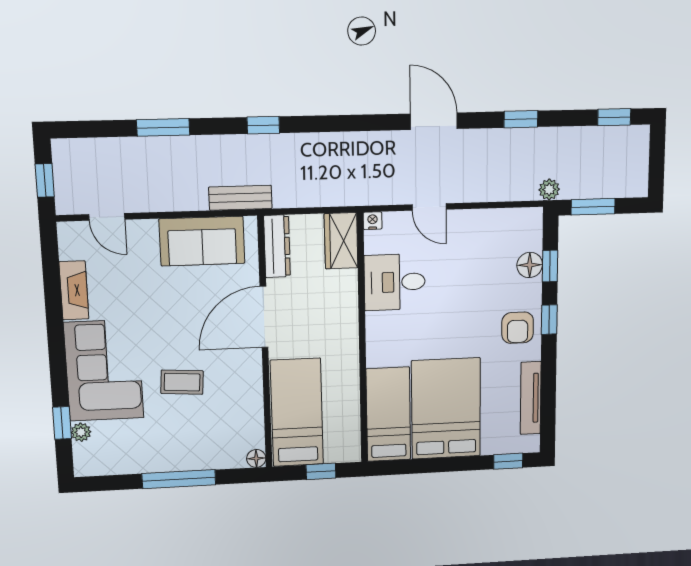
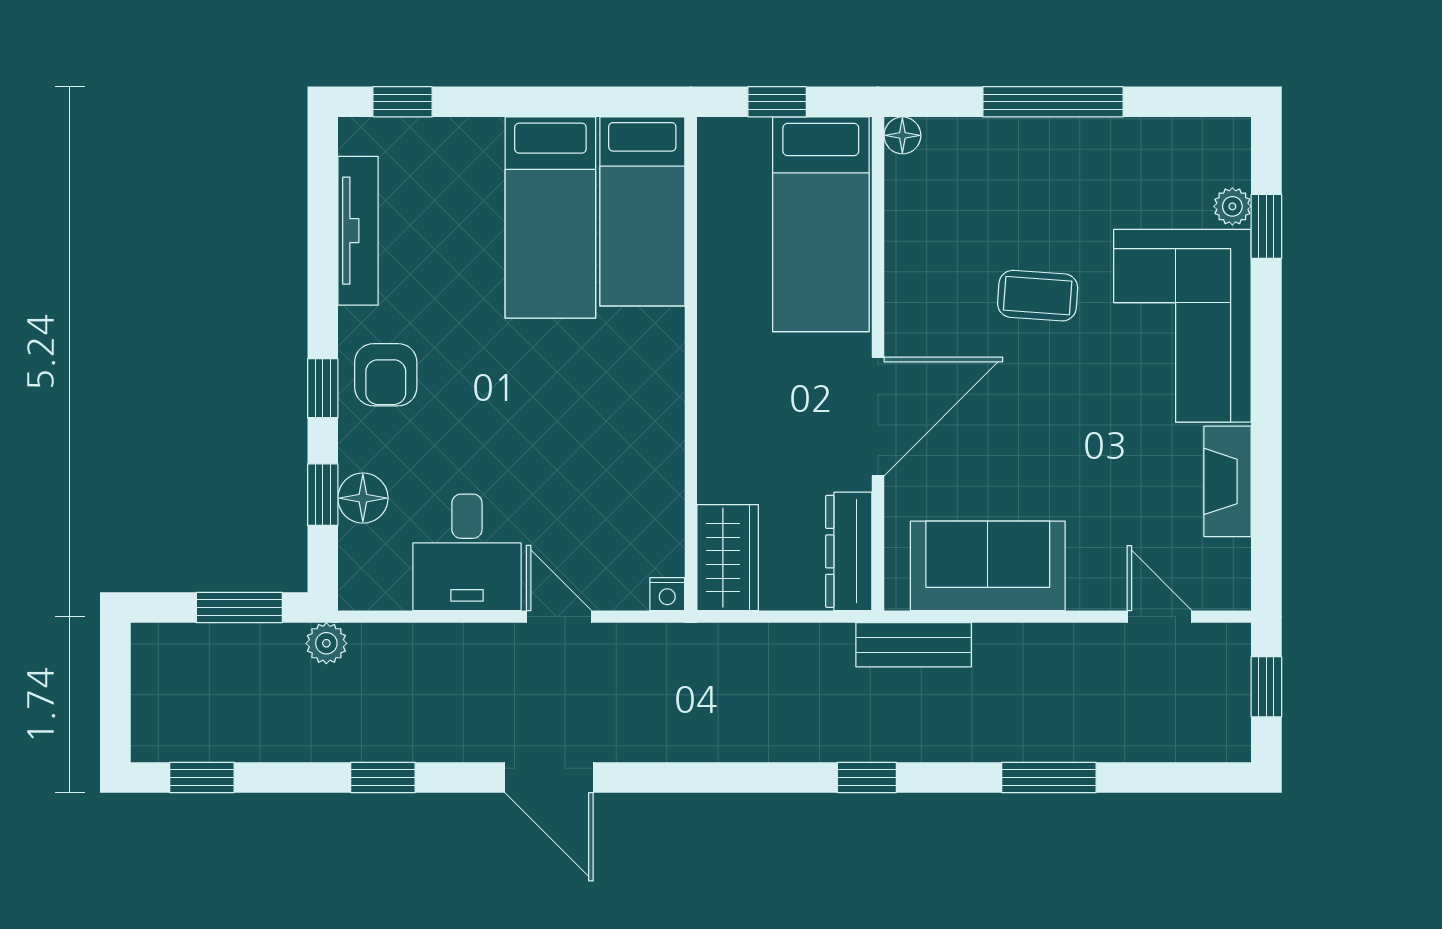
desk: (395, 282) -> (467, 552), moved, turned 90
armchair: (518, 328) -> (386, 375), turned 180
bed: (446, 409) -> (550, 218), width x0.67

